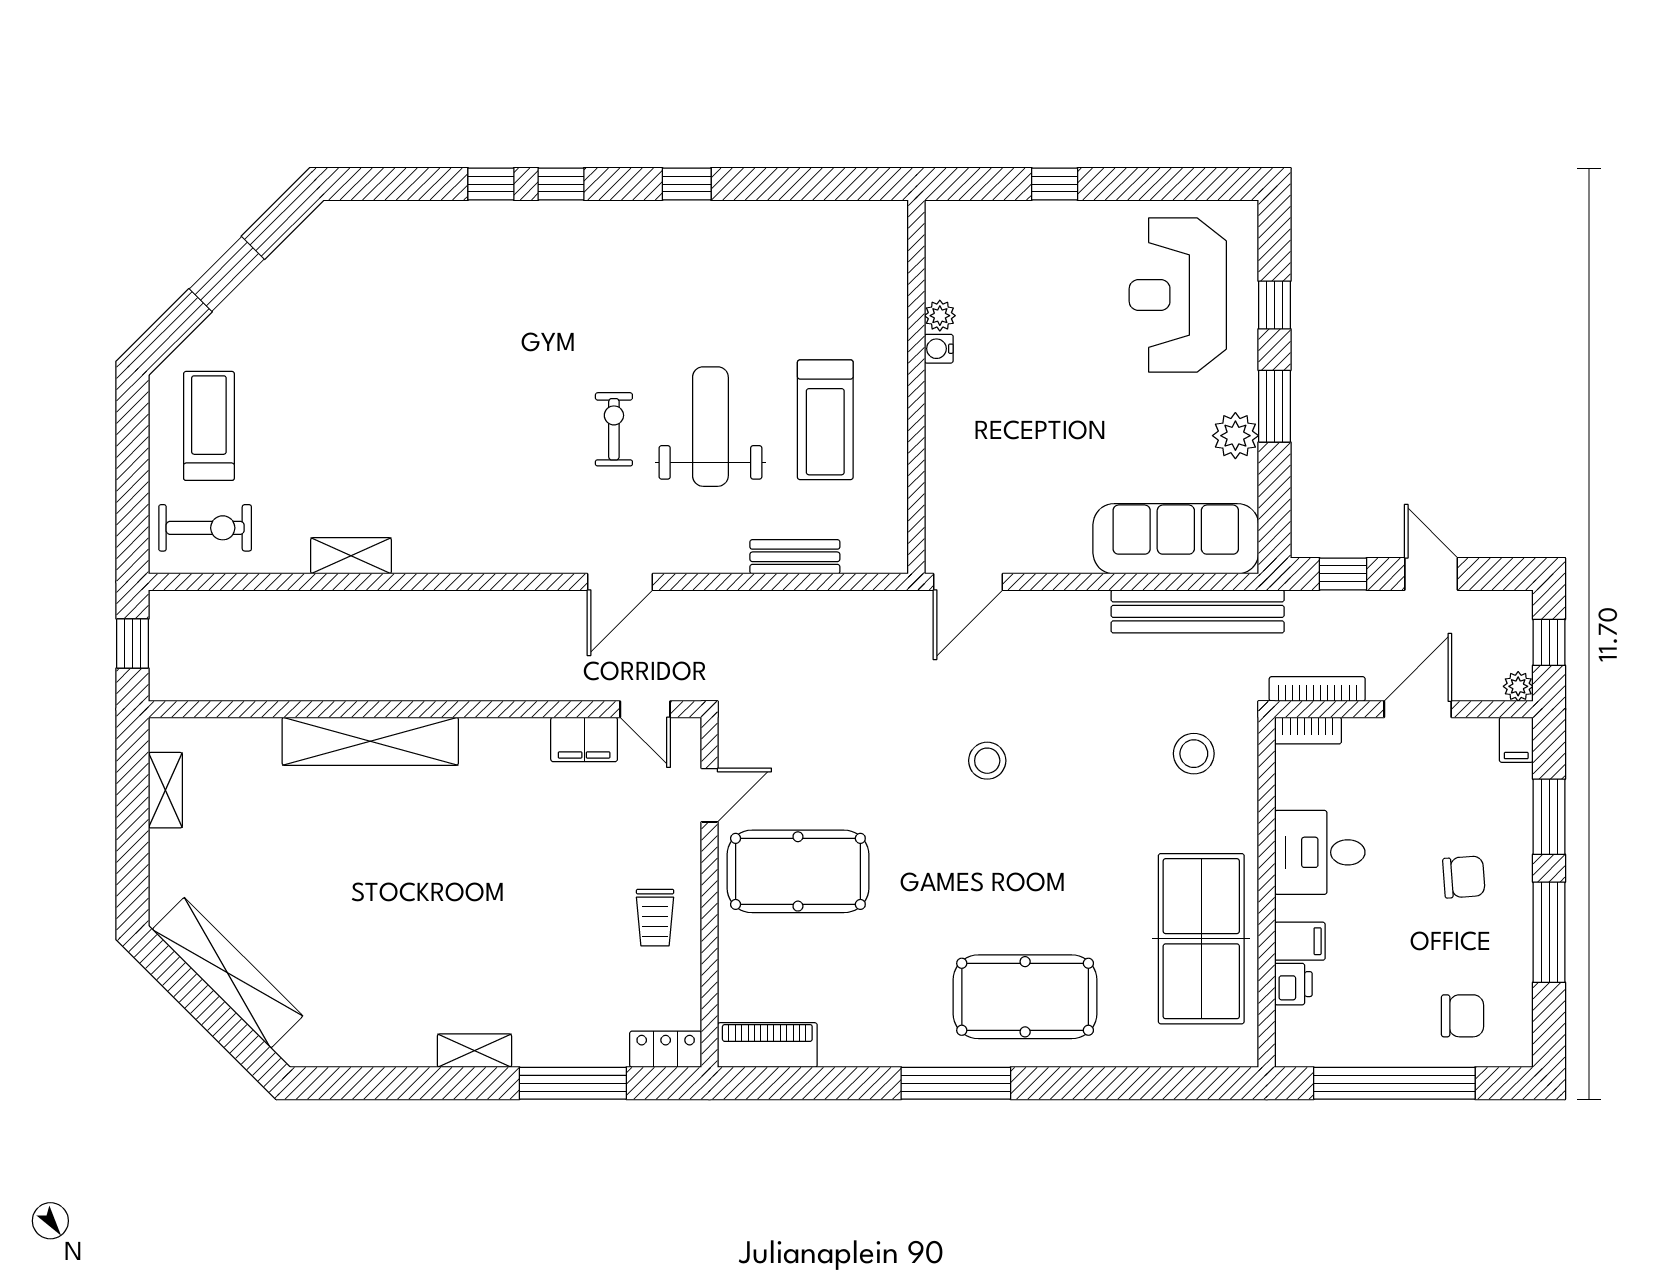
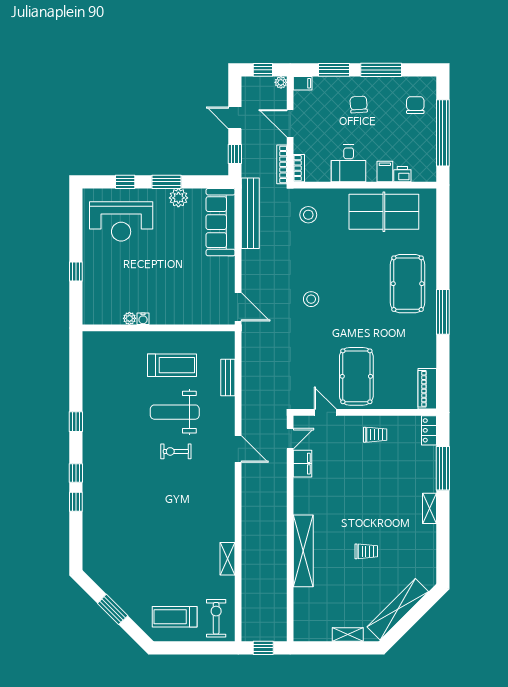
door: (1431, 574) -> (235, 118), hinge flipped
shelving: (165, 790) -> (348, 634), moved
trolley: (369, 896) -> (366, 551), added

